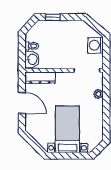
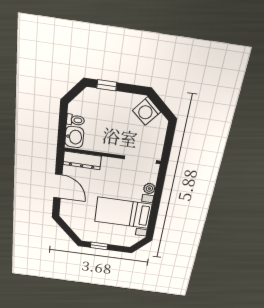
washing machine: (96, 45) -> (147, 111), moved, turned -50
bed with nightstands: (67, 129) -> (123, 213), moved, turned -90
window: (63, 156) -> (99, 246), added

